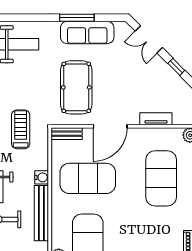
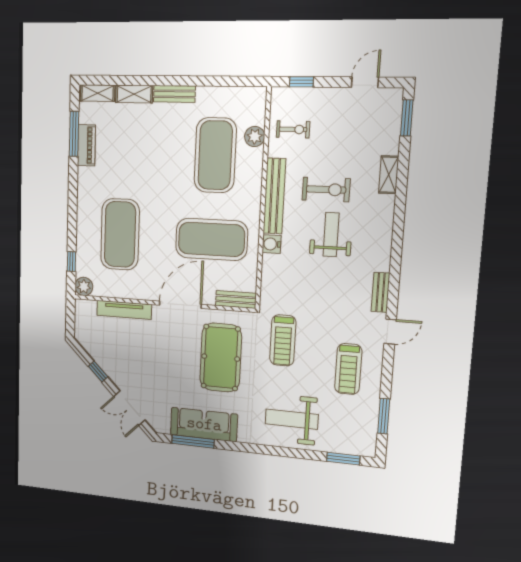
window: (77, 18) -> (193, 441), moved
double door: (149, 39) -> (130, 408), swing flipped
tv unit: (156, 119) -> (124, 310), width x1.41
treadmill: (21, 129) -> (283, 340), moved

